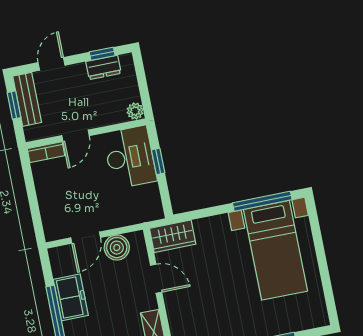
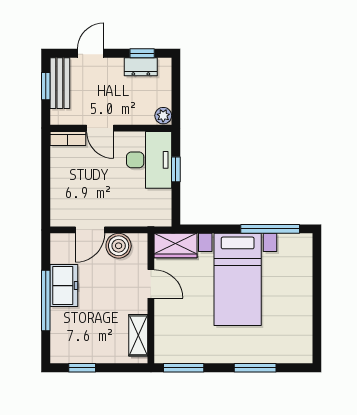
door: (75, 136) -> (100, 128), hinge flipped
bed with nightstands: (276, 250) -> (238, 279), moved

